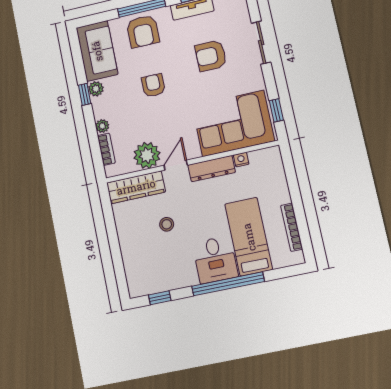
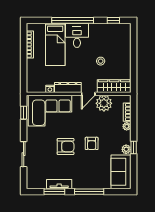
armchair: (143, 31) -> (91, 177), removed
armchair: (211, 56) -> (66, 147), moved

